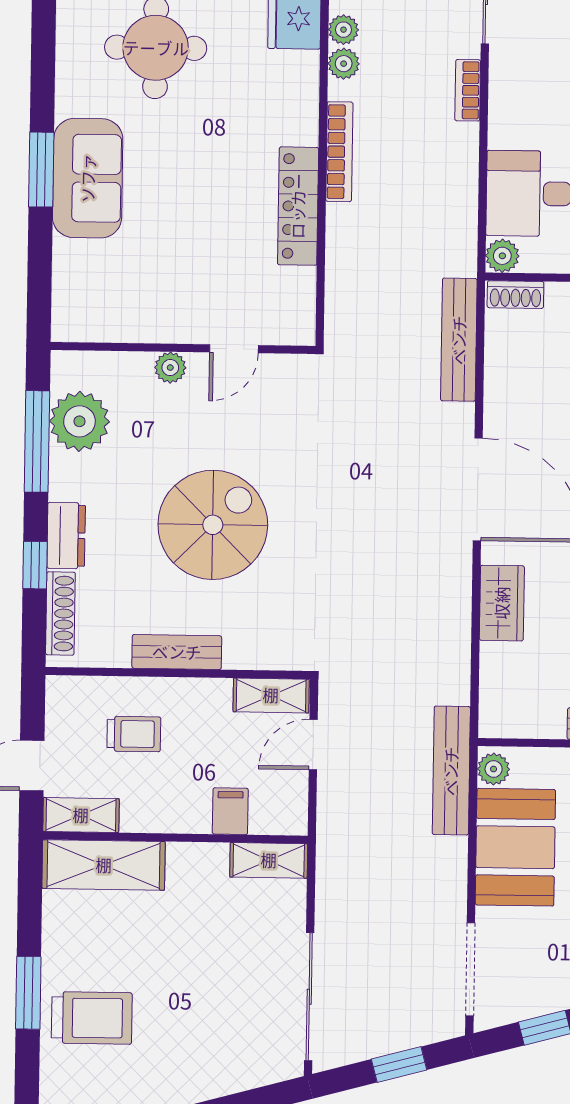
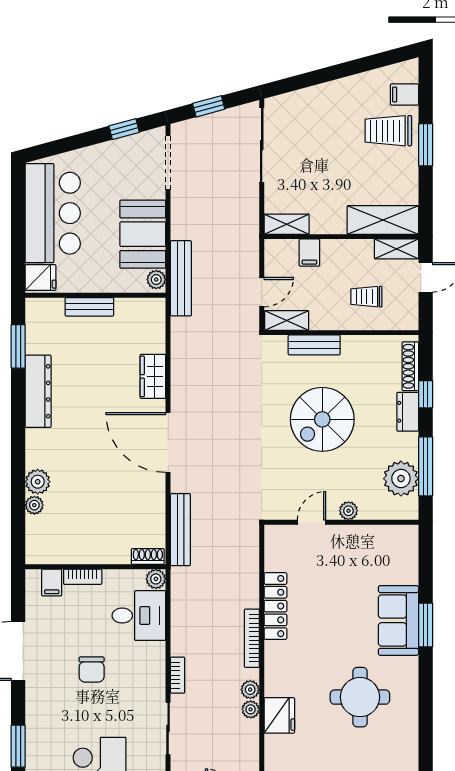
bench: (177, 652) -> (314, 345), moved
filing cabinet: (63, 1080) -> (404, 95), added

